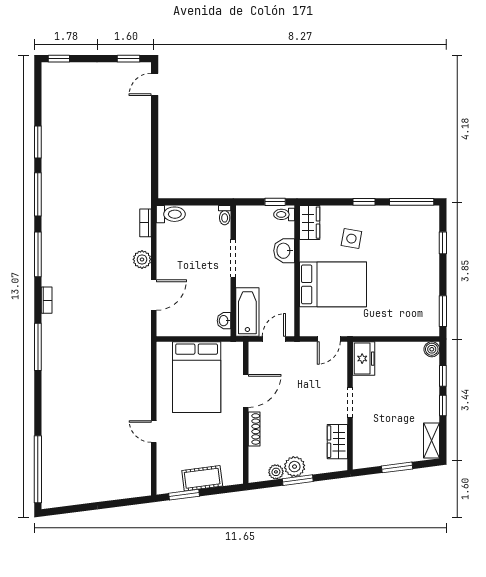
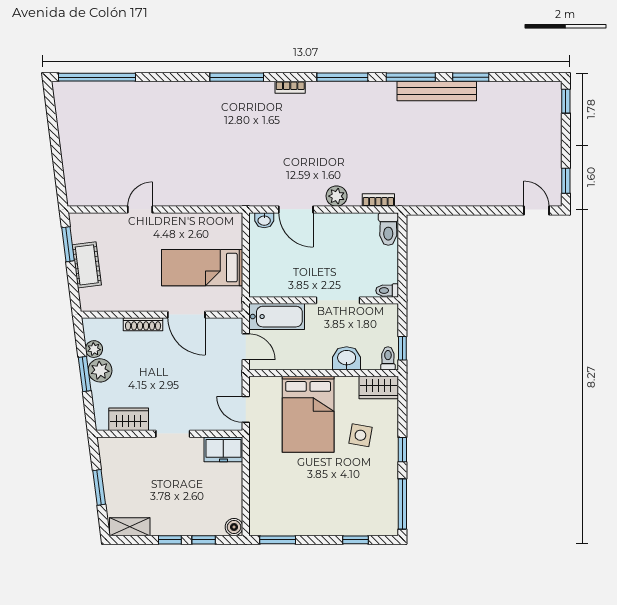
bench: (50, 172) -> (437, 91), added
washbasin: (224, 321) -> (264, 220), moved, turned 180
bed: (197, 377) -> (202, 268), width x0.67

